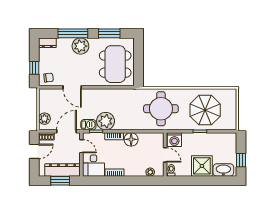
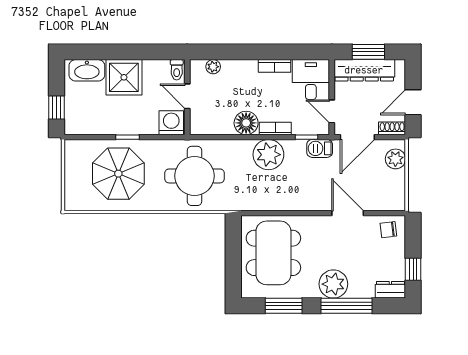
window: (34, 68) -> (413, 269), moved
plant: (106, 121) -> (268, 155), moved
window: (241, 160) -> (56, 108), moved

